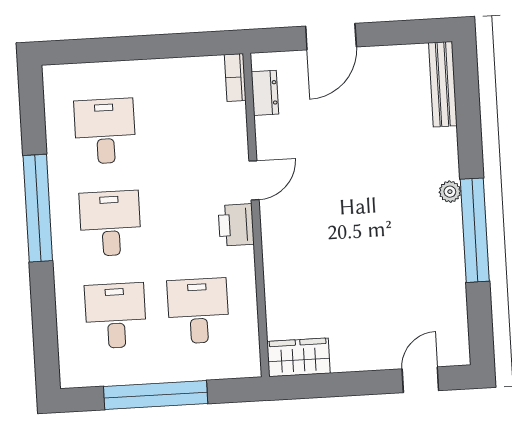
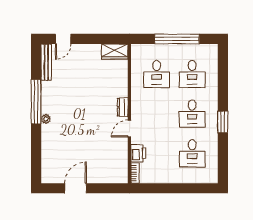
door: (331, 37) -> (76, 188), moved
bench: (443, 84) -> (46, 62), moved
dresser: (265, 93) -> (123, 107), moved
window: (38, 208) -> (223, 122), width x0.47
printer: (236, 225) -> (138, 153), moved

